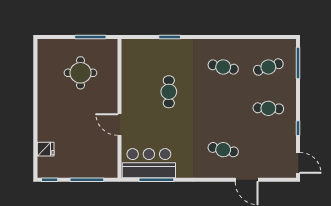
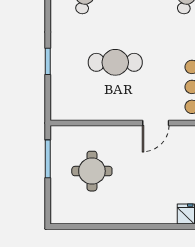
cafe table: (169, 92) -> (115, 62), width x1.37, depth x1.35

